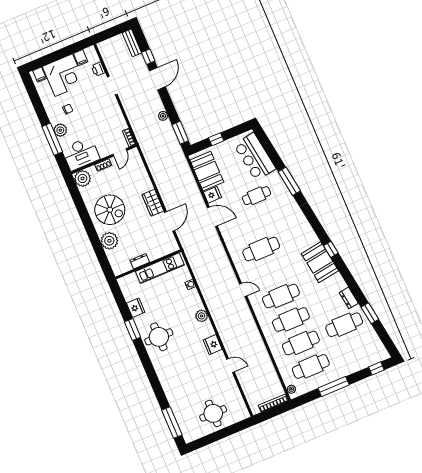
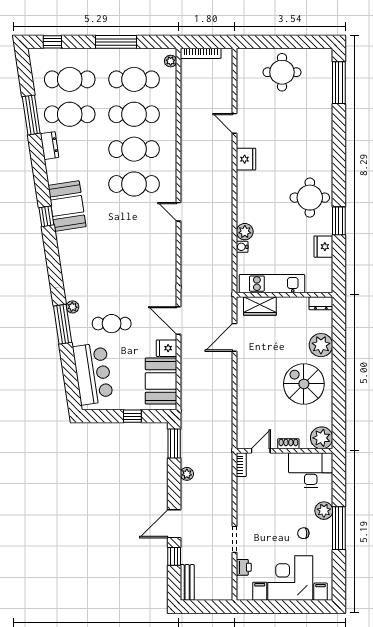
window: (52, 139) -> (339, 528), moved
plant: (287, 196) -> (72, 307), added
wardrobe: (153, 203) -> (260, 306), moved, turned 90
cafe table: (261, 249) -> (70, 79), moved
dresser: (140, 261) -> (321, 303), moved
window: (370, 313) -> (31, 115), width x1.44
plant: (202, 316) -> (245, 232), moved

